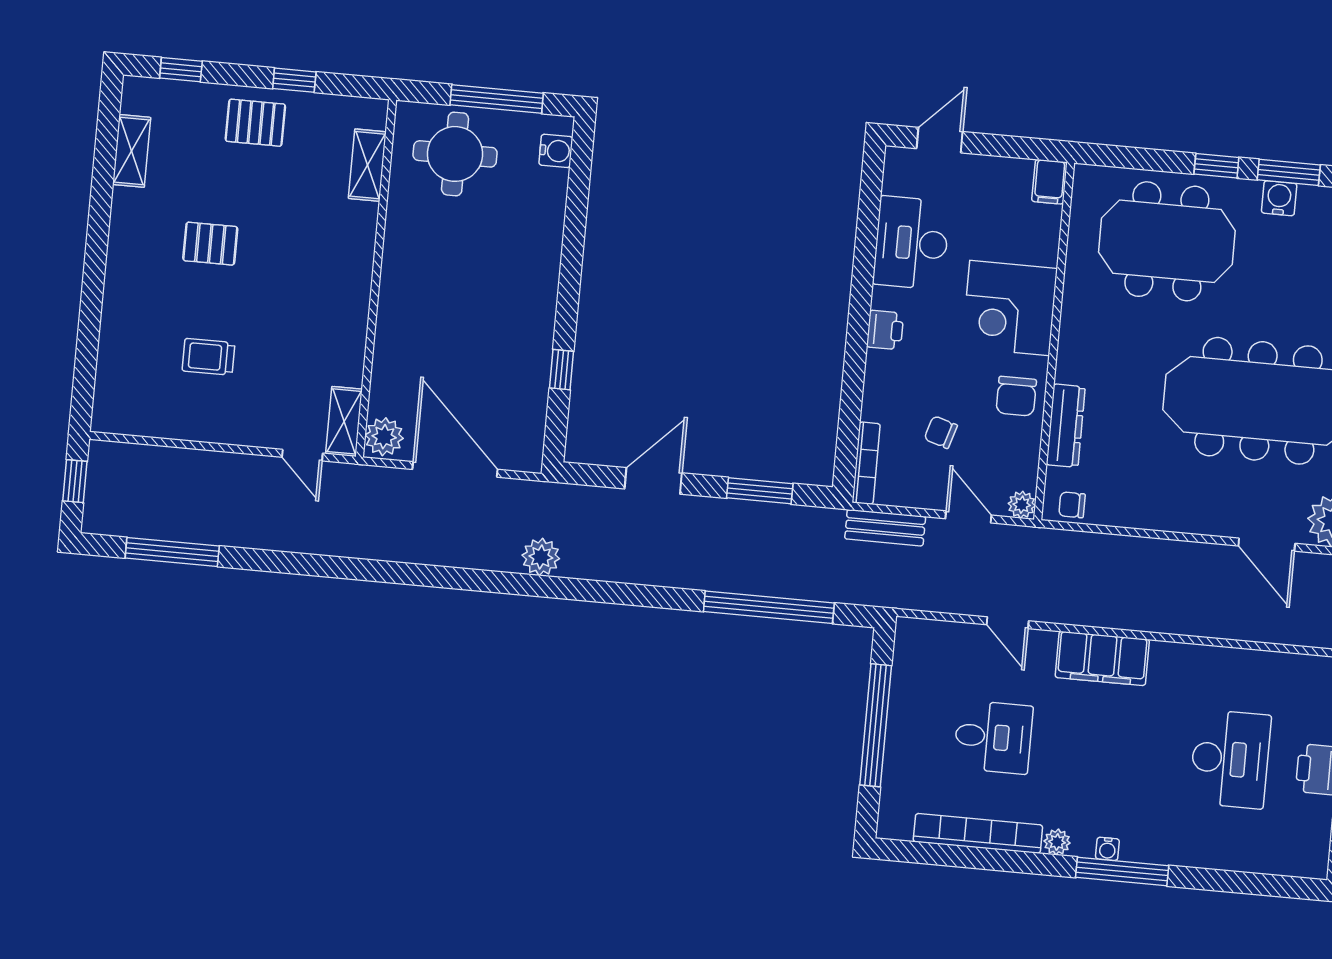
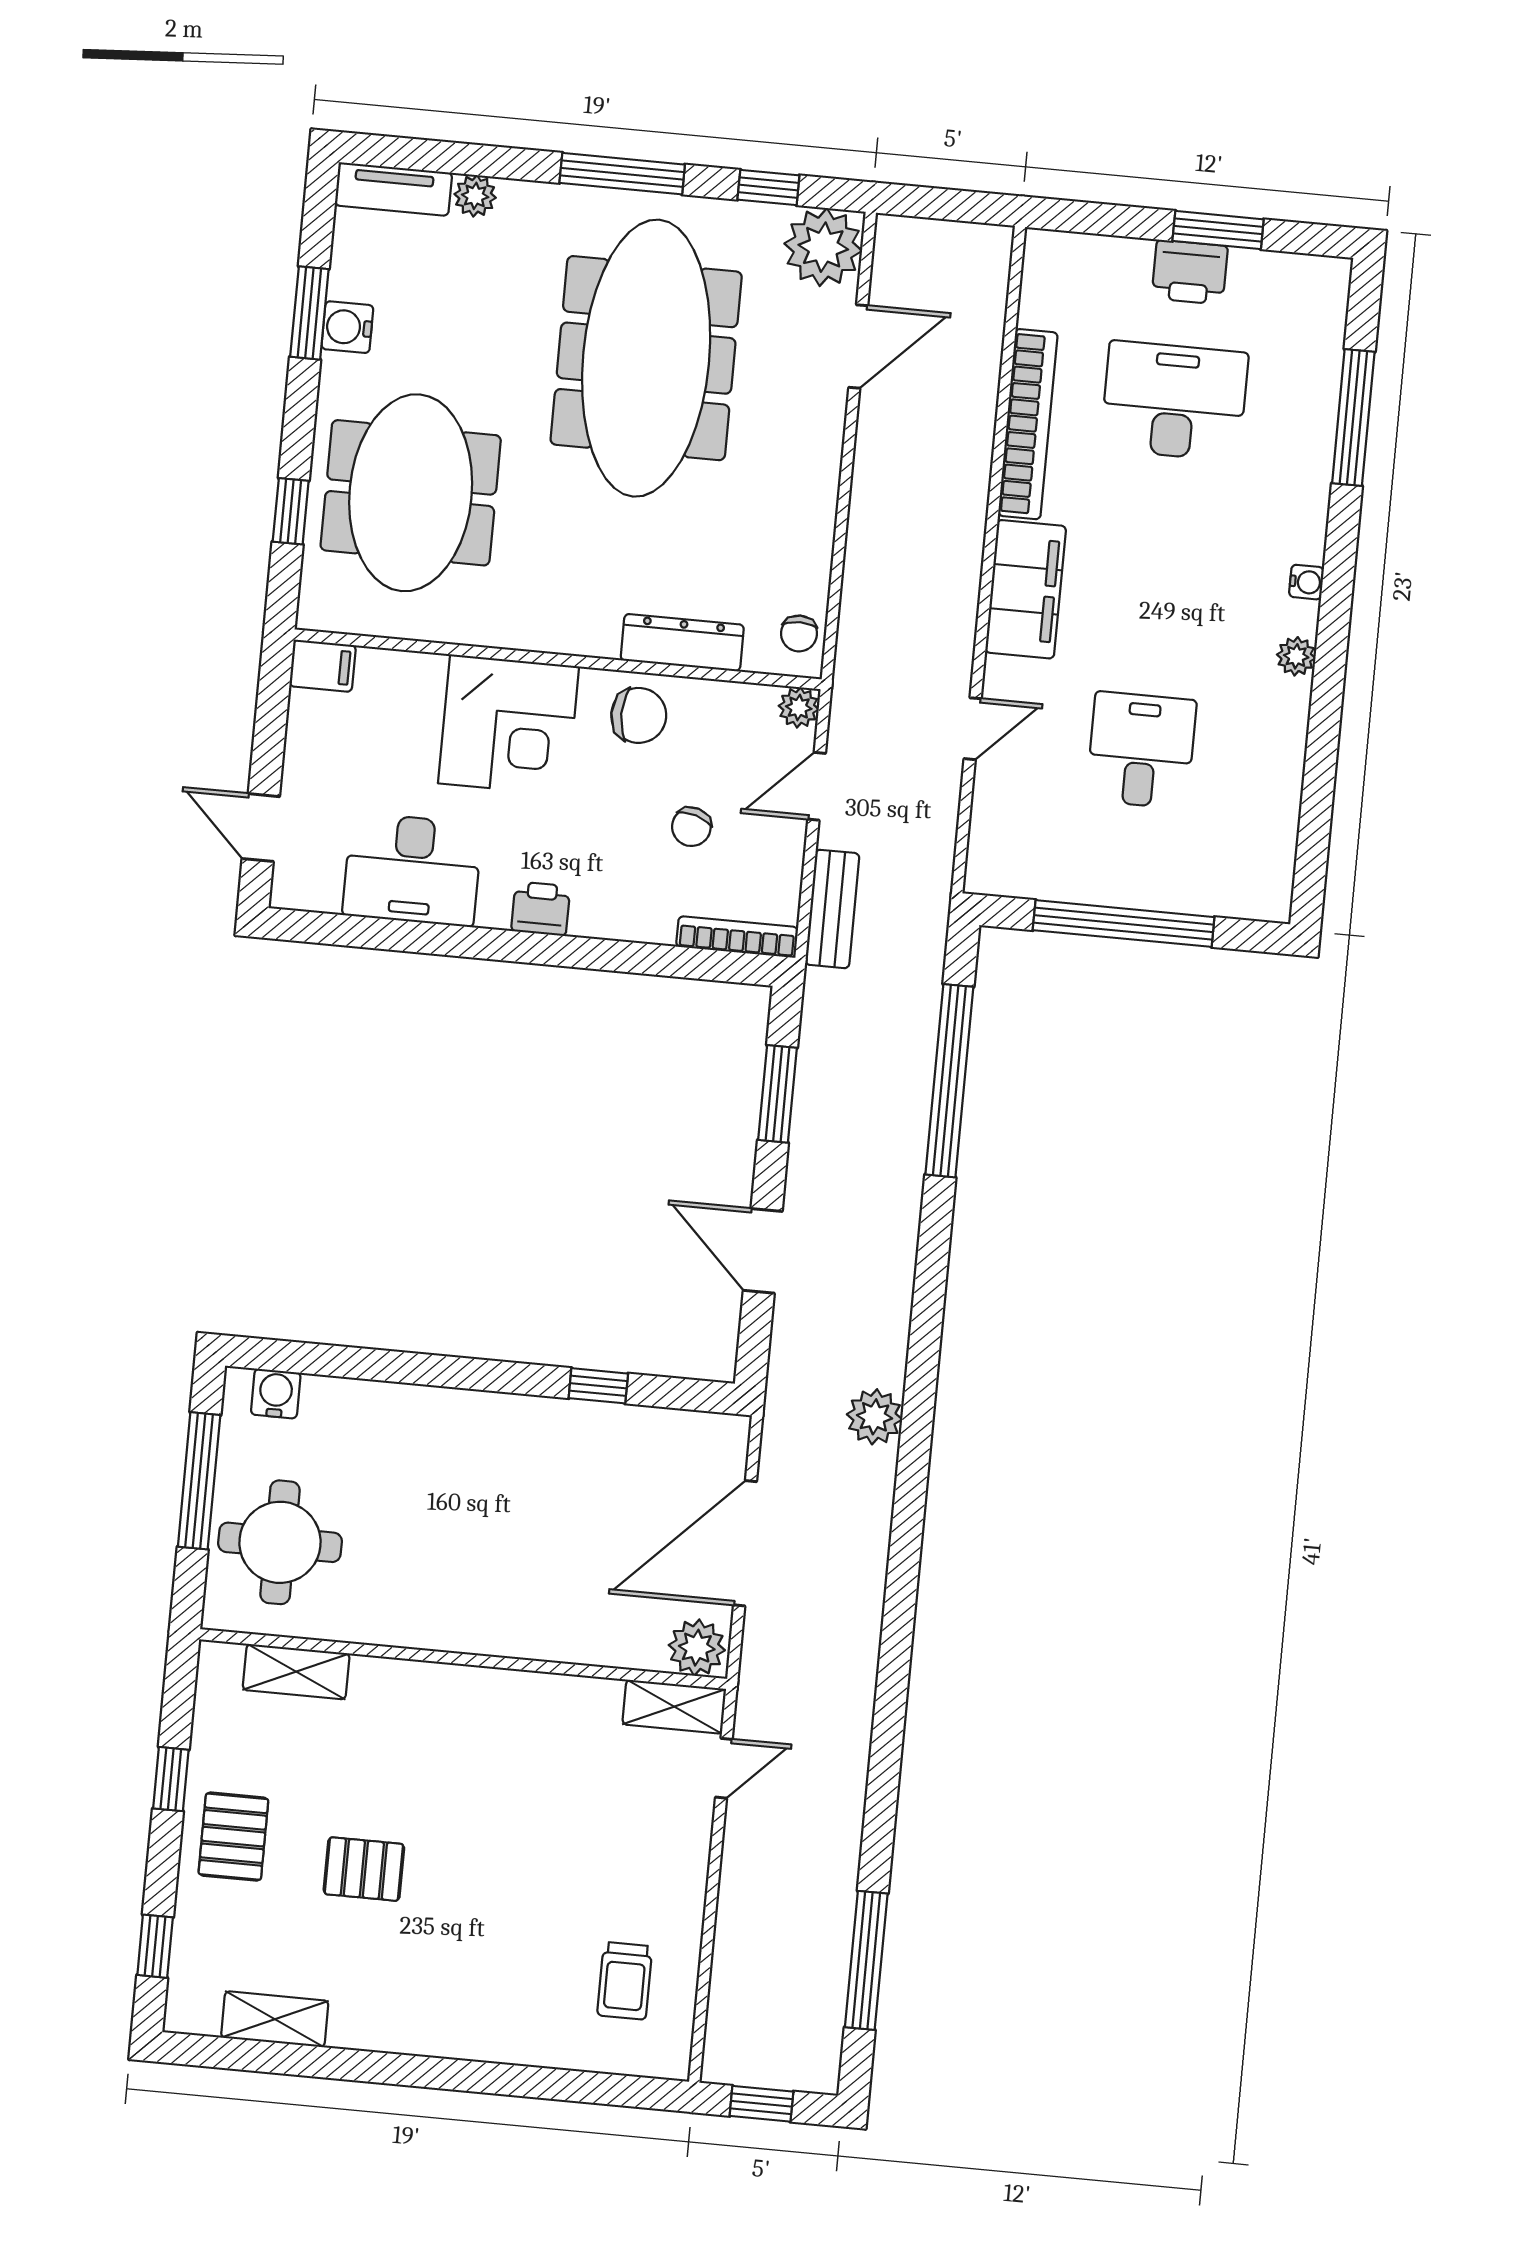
window: (1216, 166) -> (291, 511), moved
pallet: (210, 244) -> (364, 1869), moved, turned 90
trolley: (208, 357) -> (625, 1981), moved
bookcase: (978, 833) -> (1028, 424), moved, turned 180
window: (1122, 871) -> (1353, 418), moved

